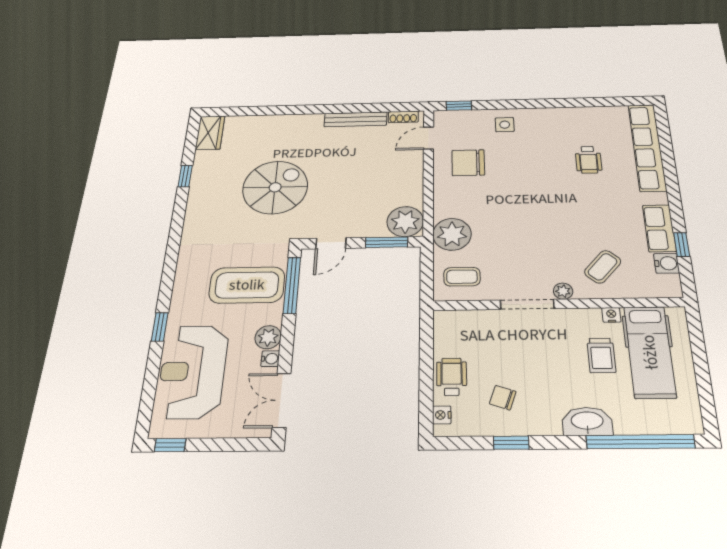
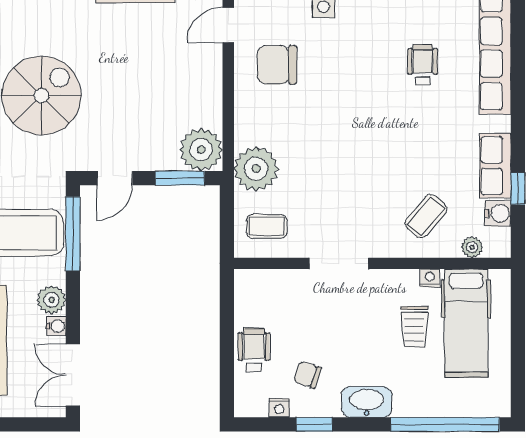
wheelchair: (588, 160) -> (423, 65), turned 180
plant: (563, 291) -> (472, 247), moved
nightstand: (442, 415) -> (279, 408), moved, turned -90
washbasin: (587, 421) -> (367, 402), moved

